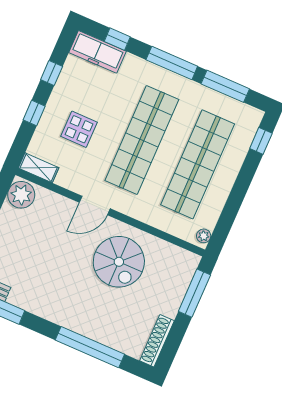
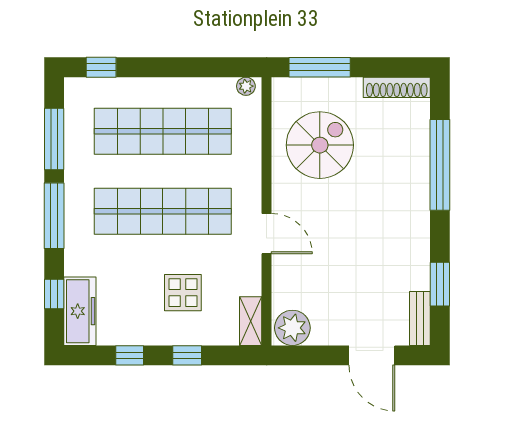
spiral stairs: (119, 262) -> (320, 145), moved

